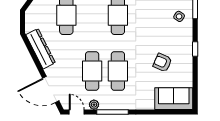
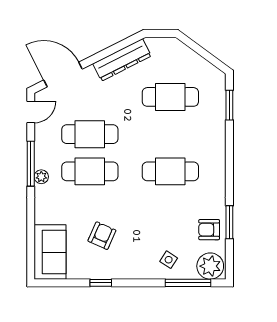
window: (195, 49) -> (101, 283), moved
door: (51, 90) -> (63, 75), hinge flipped
plant: (94, 105) -> (41, 177), moved

